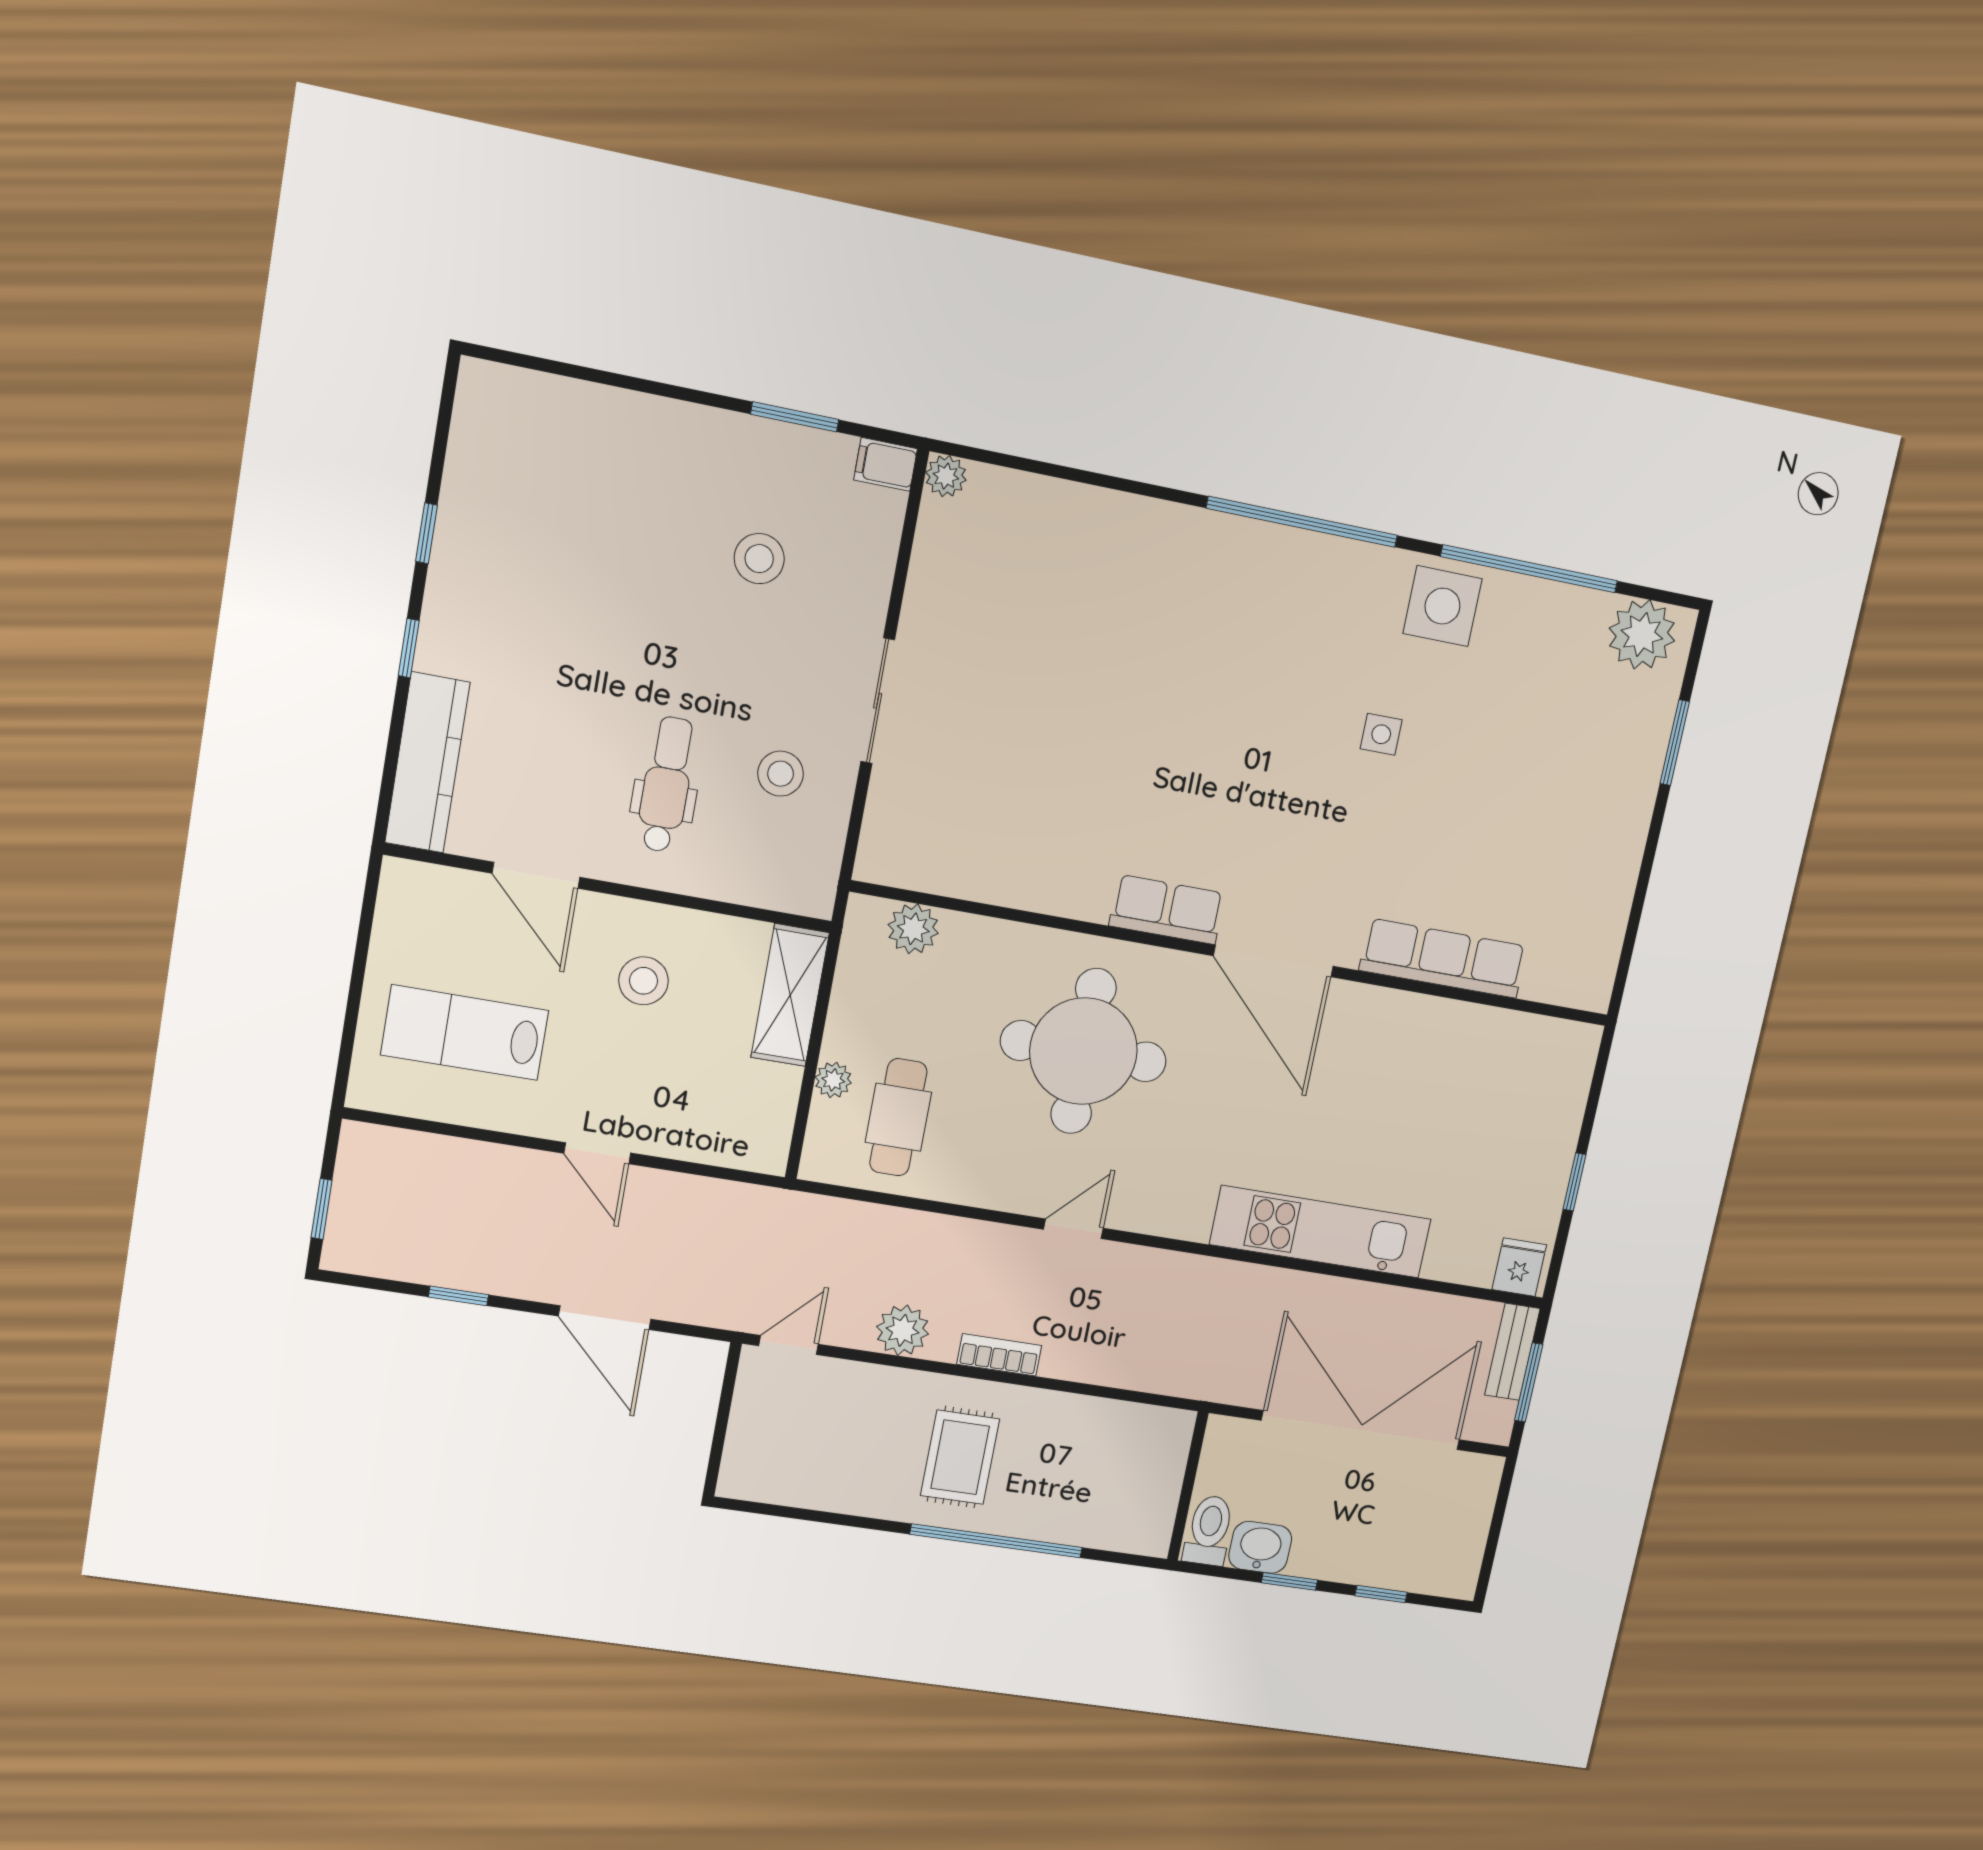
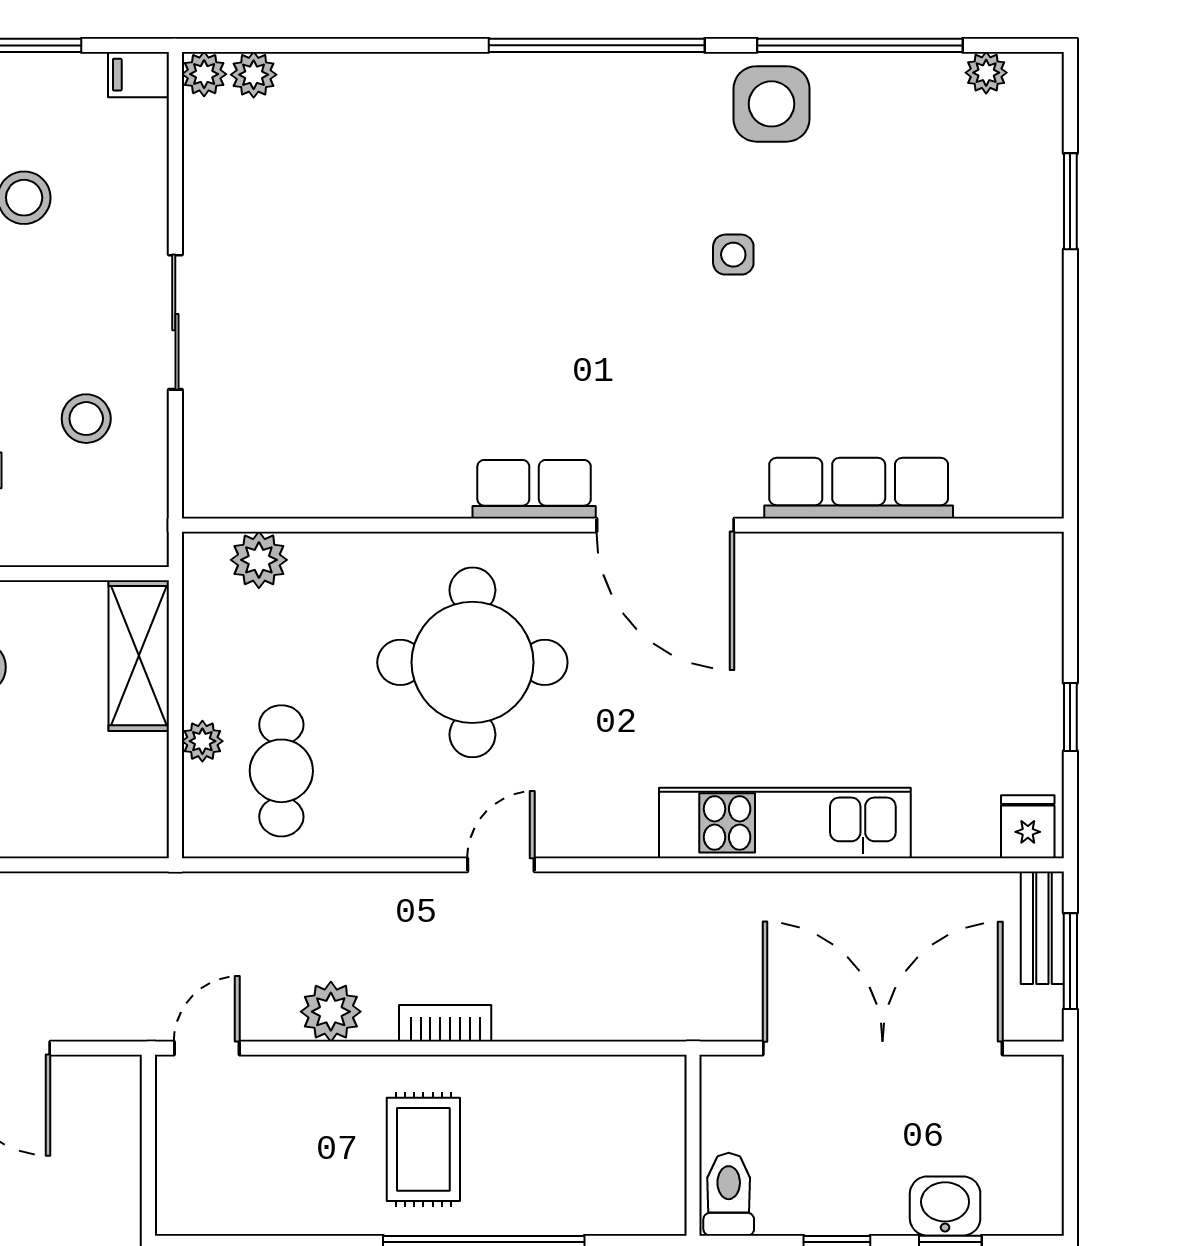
plant: (991, 486) -> (254, 75), added
plant: (1642, 635) -> (986, 73), width x0.53, depth x0.53
washbasin: (1260, 1547) -> (945, 1206), moved

